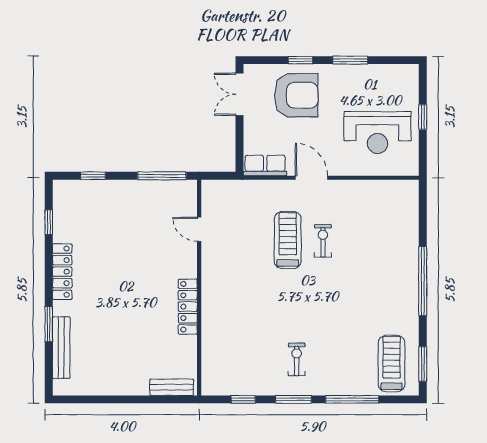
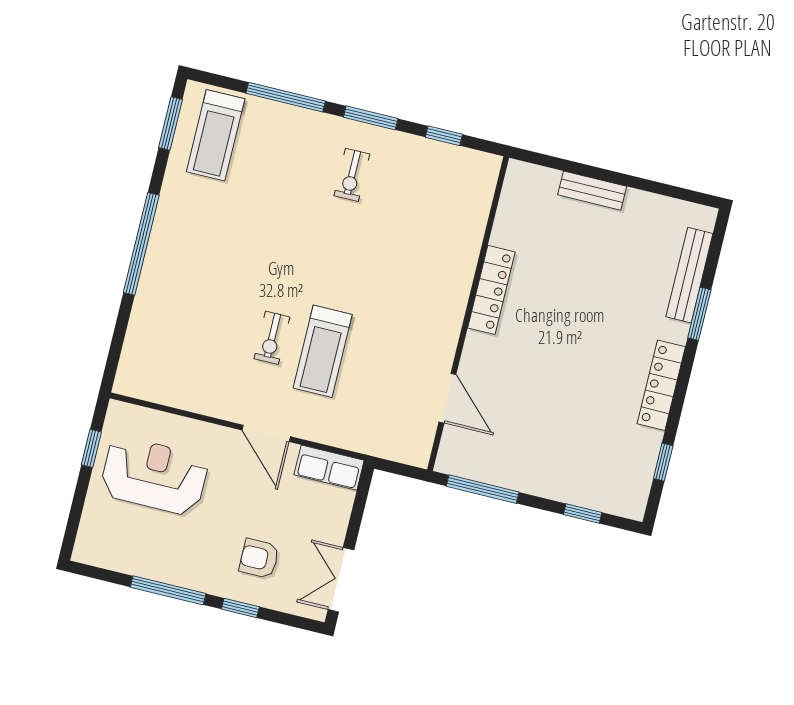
window: (350, 60) -> (168, 590), width x1.44
double door: (240, 94) -> (341, 580), swing flipped
armchair: (296, 95) -> (259, 558), width x0.53, depth x0.53
window: (423, 117) -> (91, 448), moved
door: (199, 229) -> (447, 398), width x1.38
bench: (172, 387) -> (592, 191), moved

